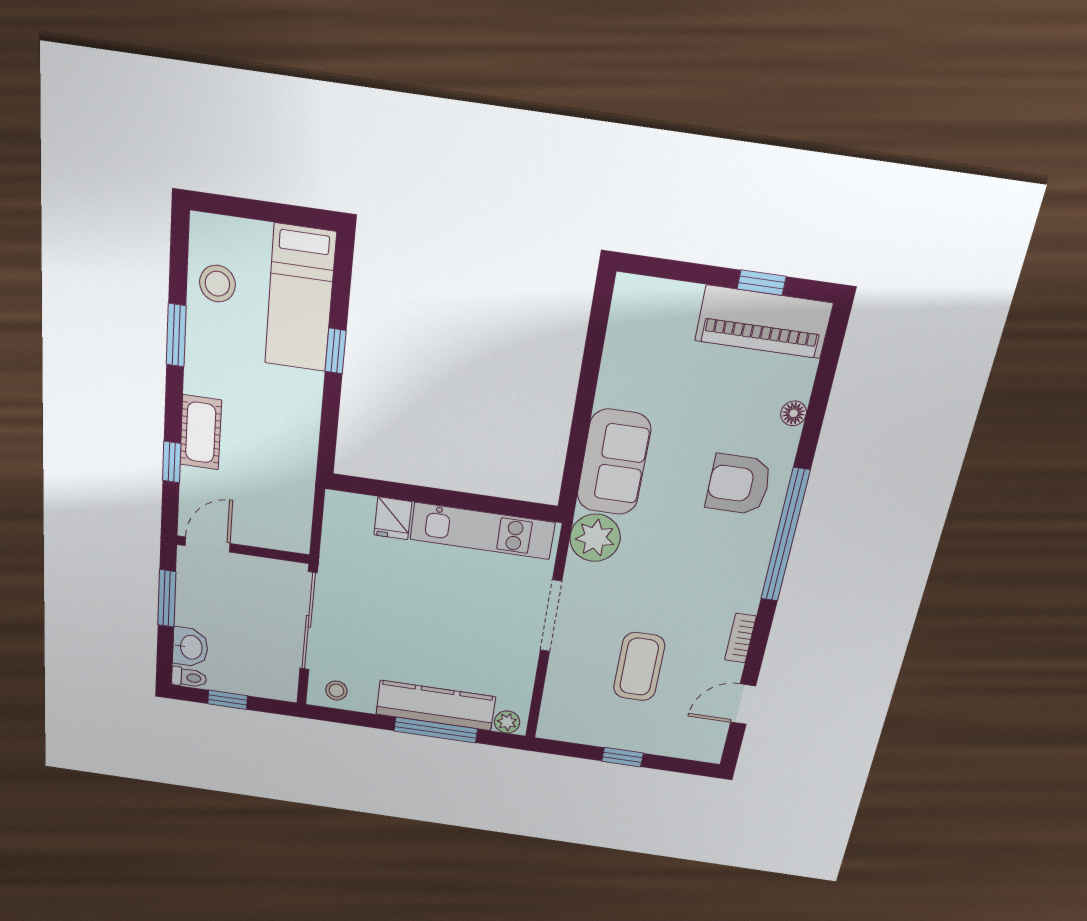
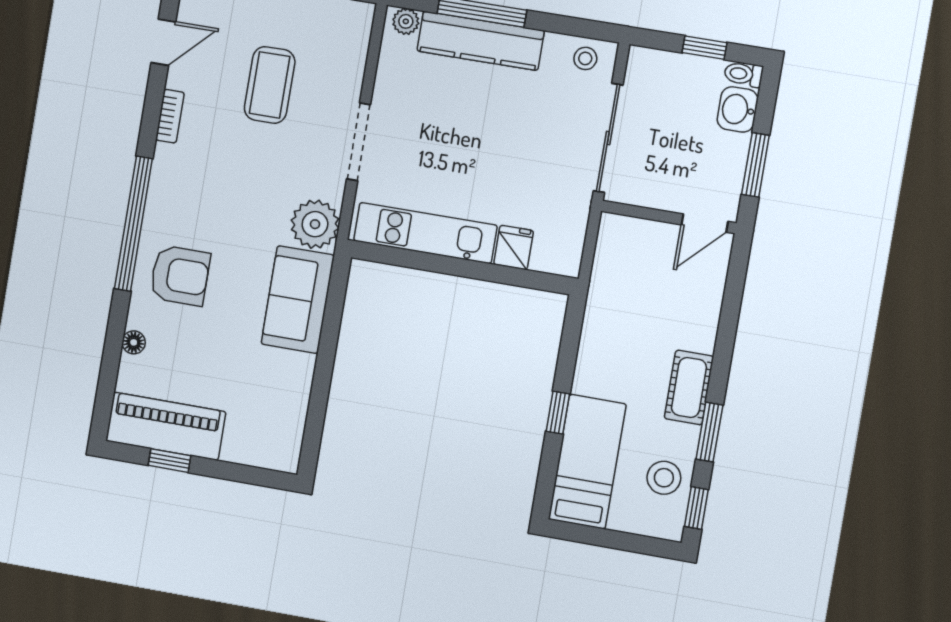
cot: (201, 432) -> (689, 387), moved
window: (172, 462) -> (696, 508), moved

